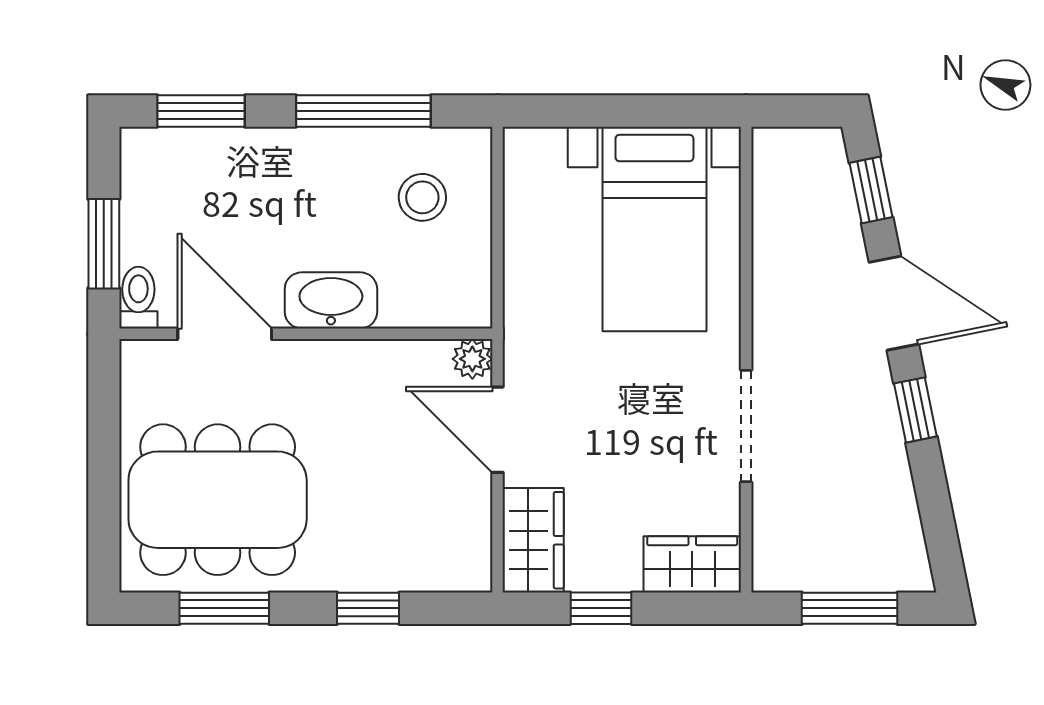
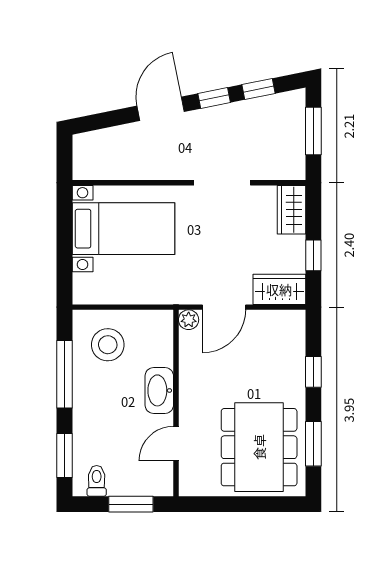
window: (871, 190) -> (259, 89), moved
stool: (422, 197) -> (108, 345), width x1.38, depth x1.38
toilet: (138, 298) -> (97, 481), moved, turned 90
door: (225, 334) -> (176, 444), width x0.73

